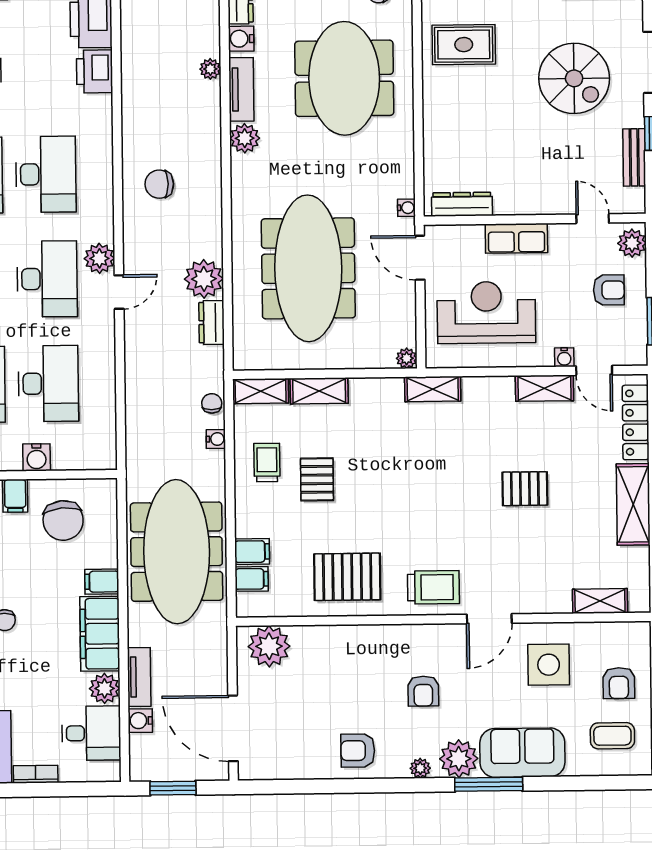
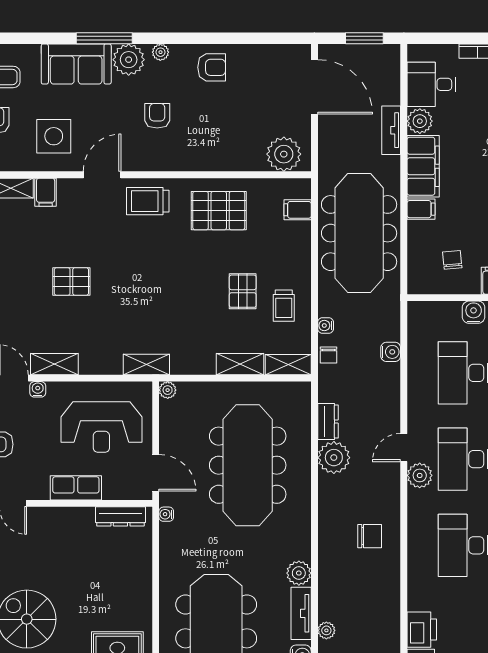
chair: (63, 520) -> (452, 260), width x0.54, depth x0.54
filing cabinet: (252, 552) -> (46, 192), moved, turned -90
water cooler: (140, 721) -> (391, 352), moved

